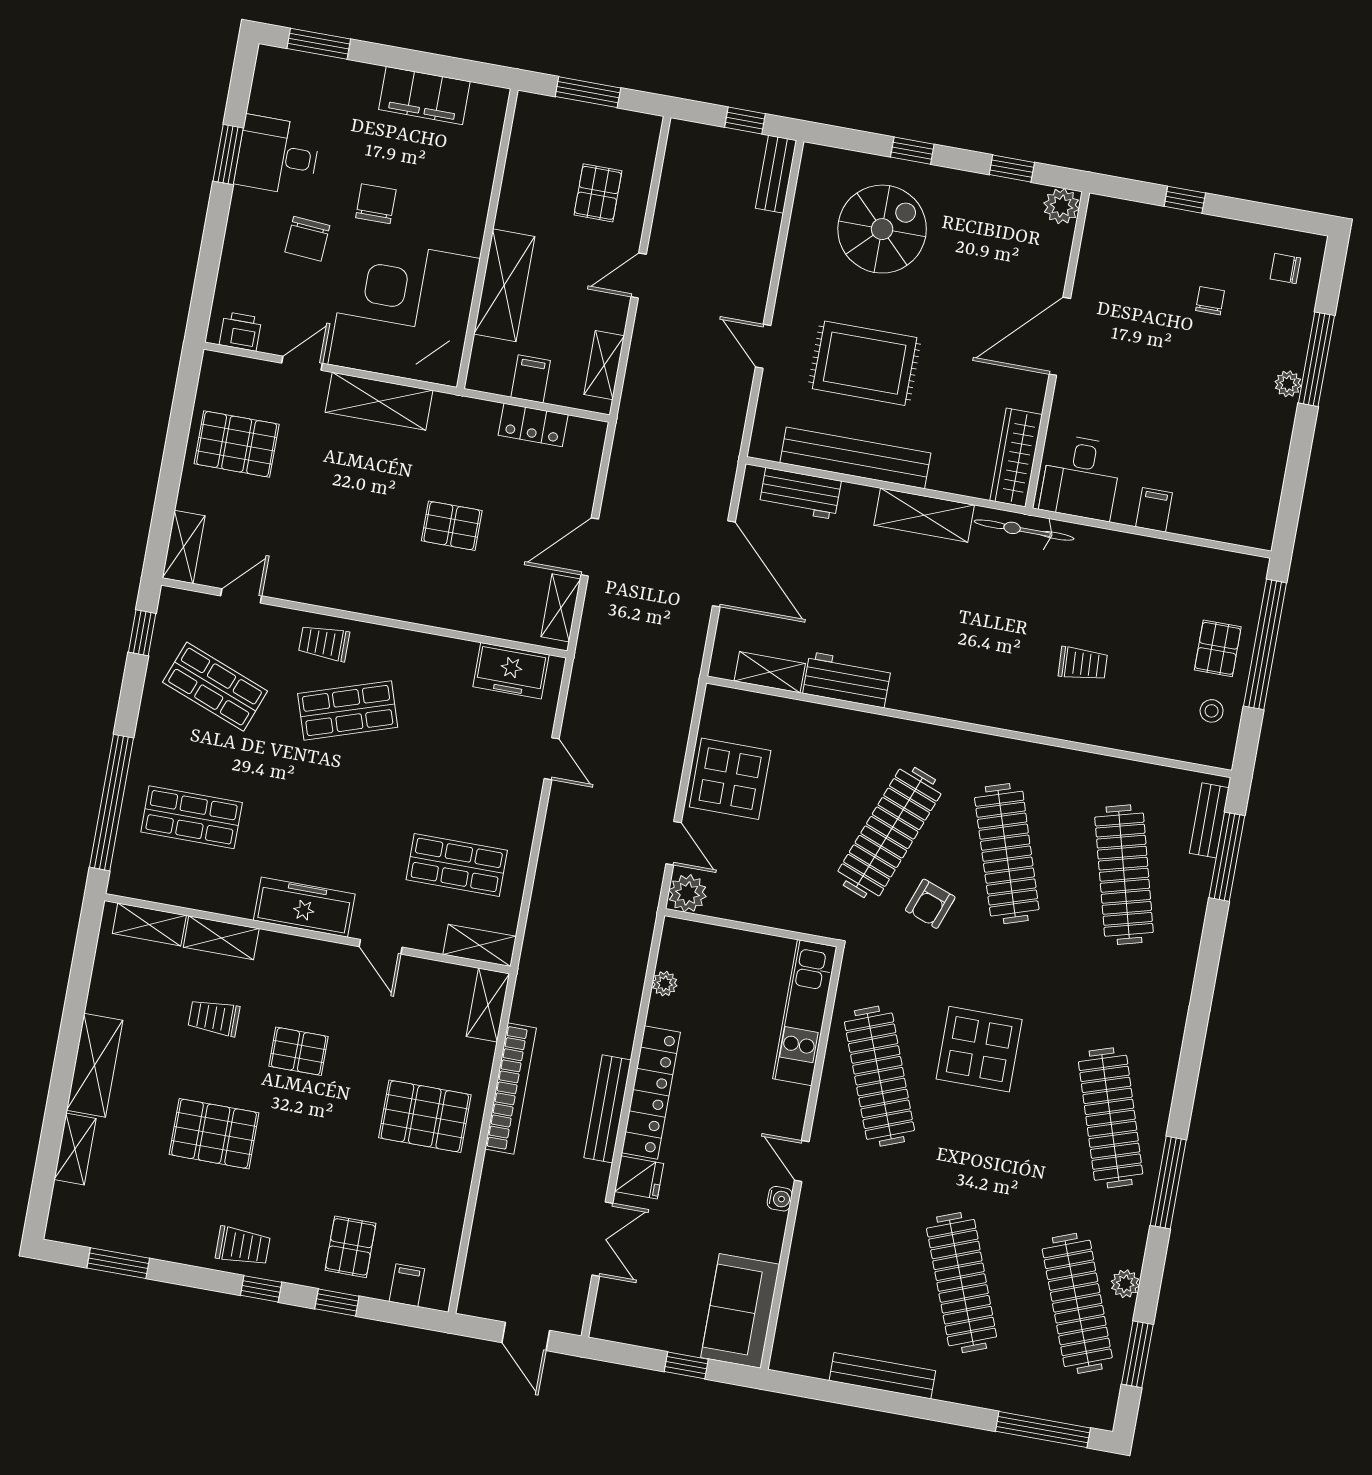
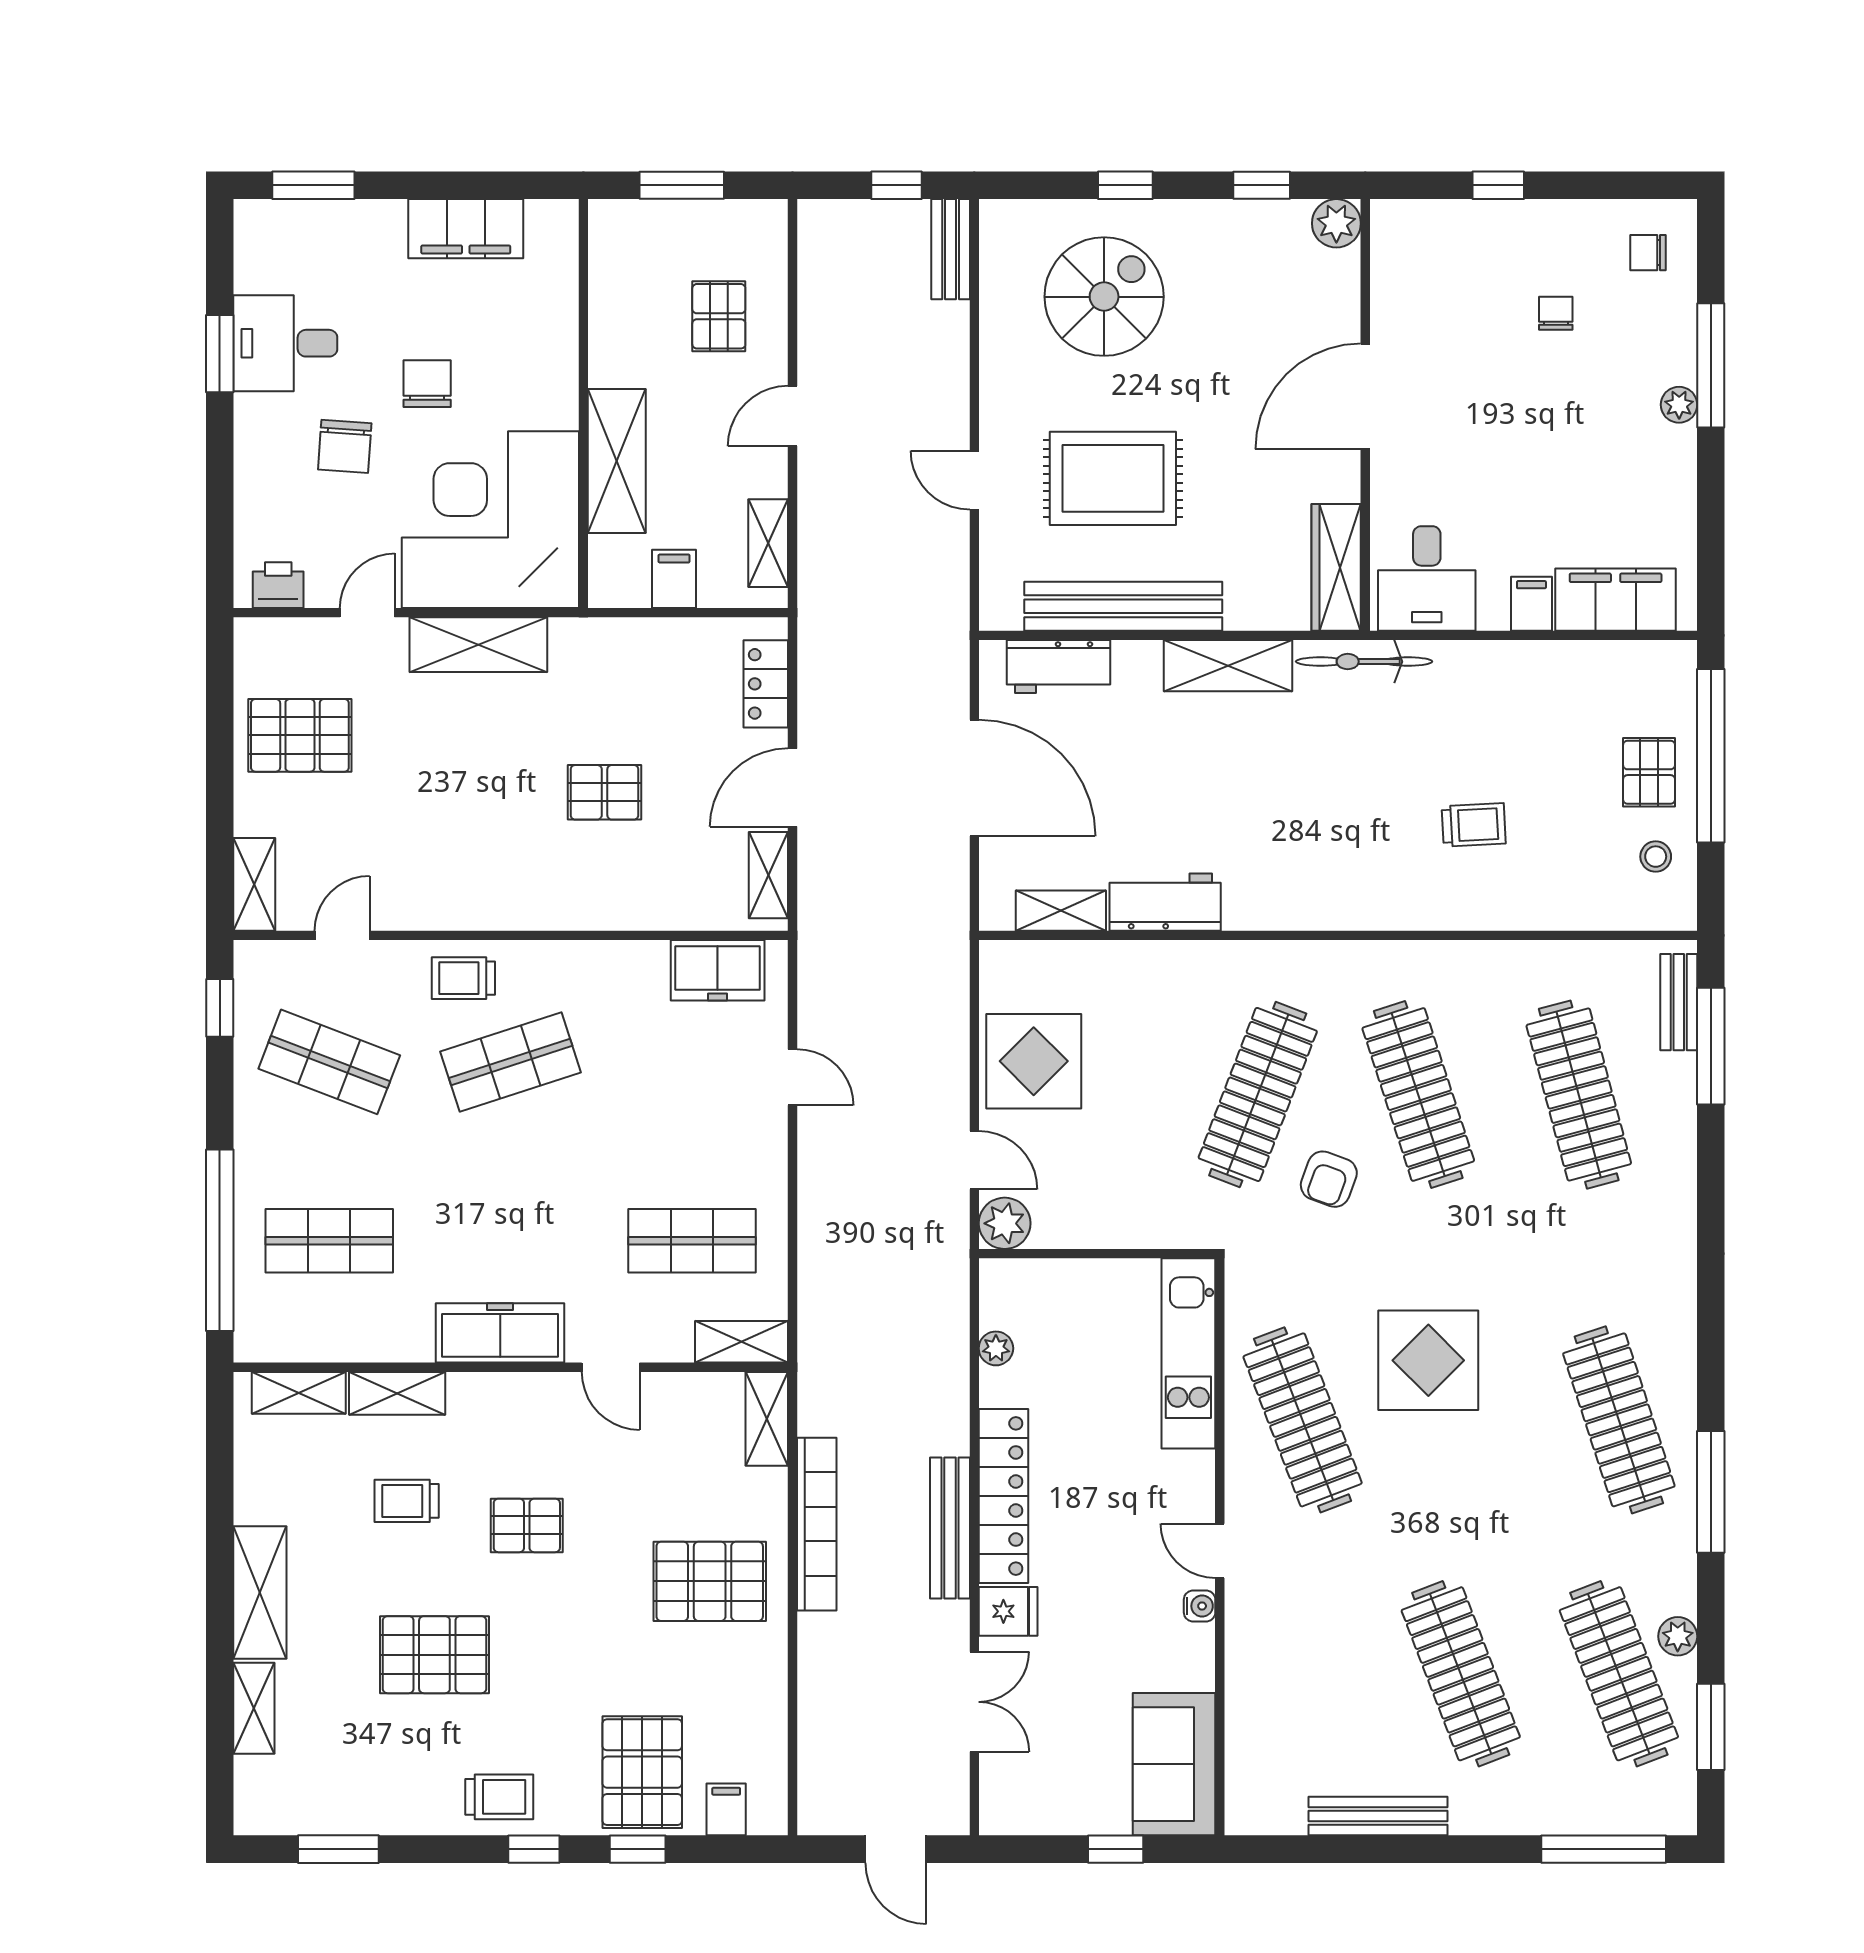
locker: (533, 425) -> (766, 684), moved, turned 90
filing cabinet: (1216, 518) -> (1616, 600), added
pallet: (350, 1247) -> (642, 1772), width x1.50, depth x1.42

